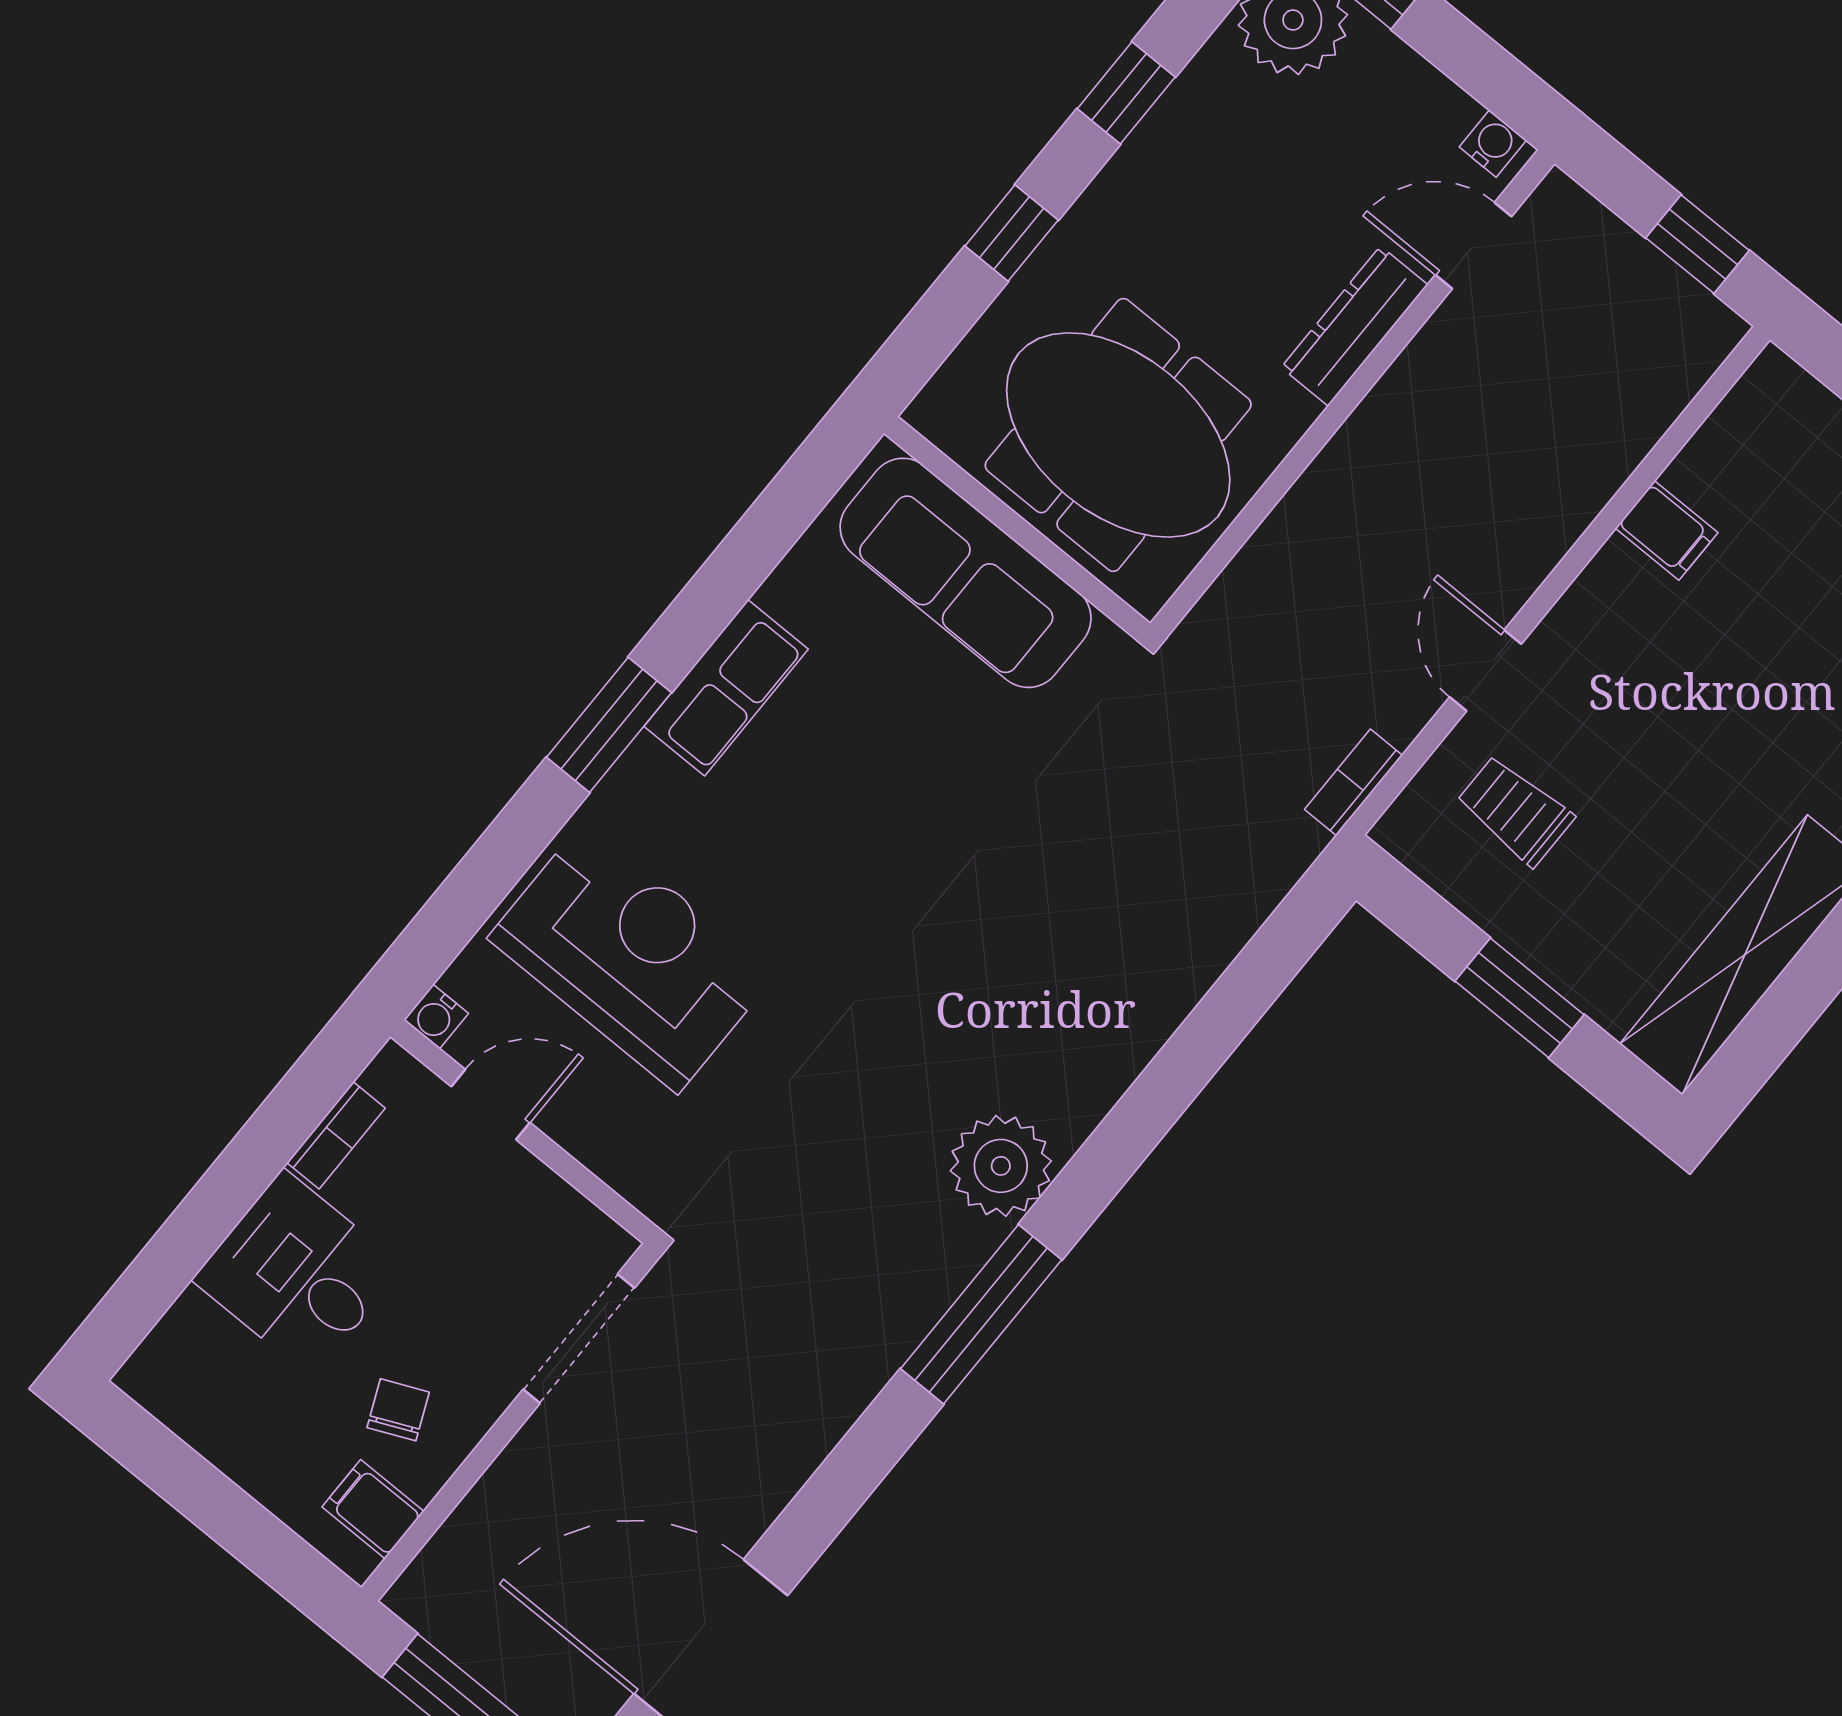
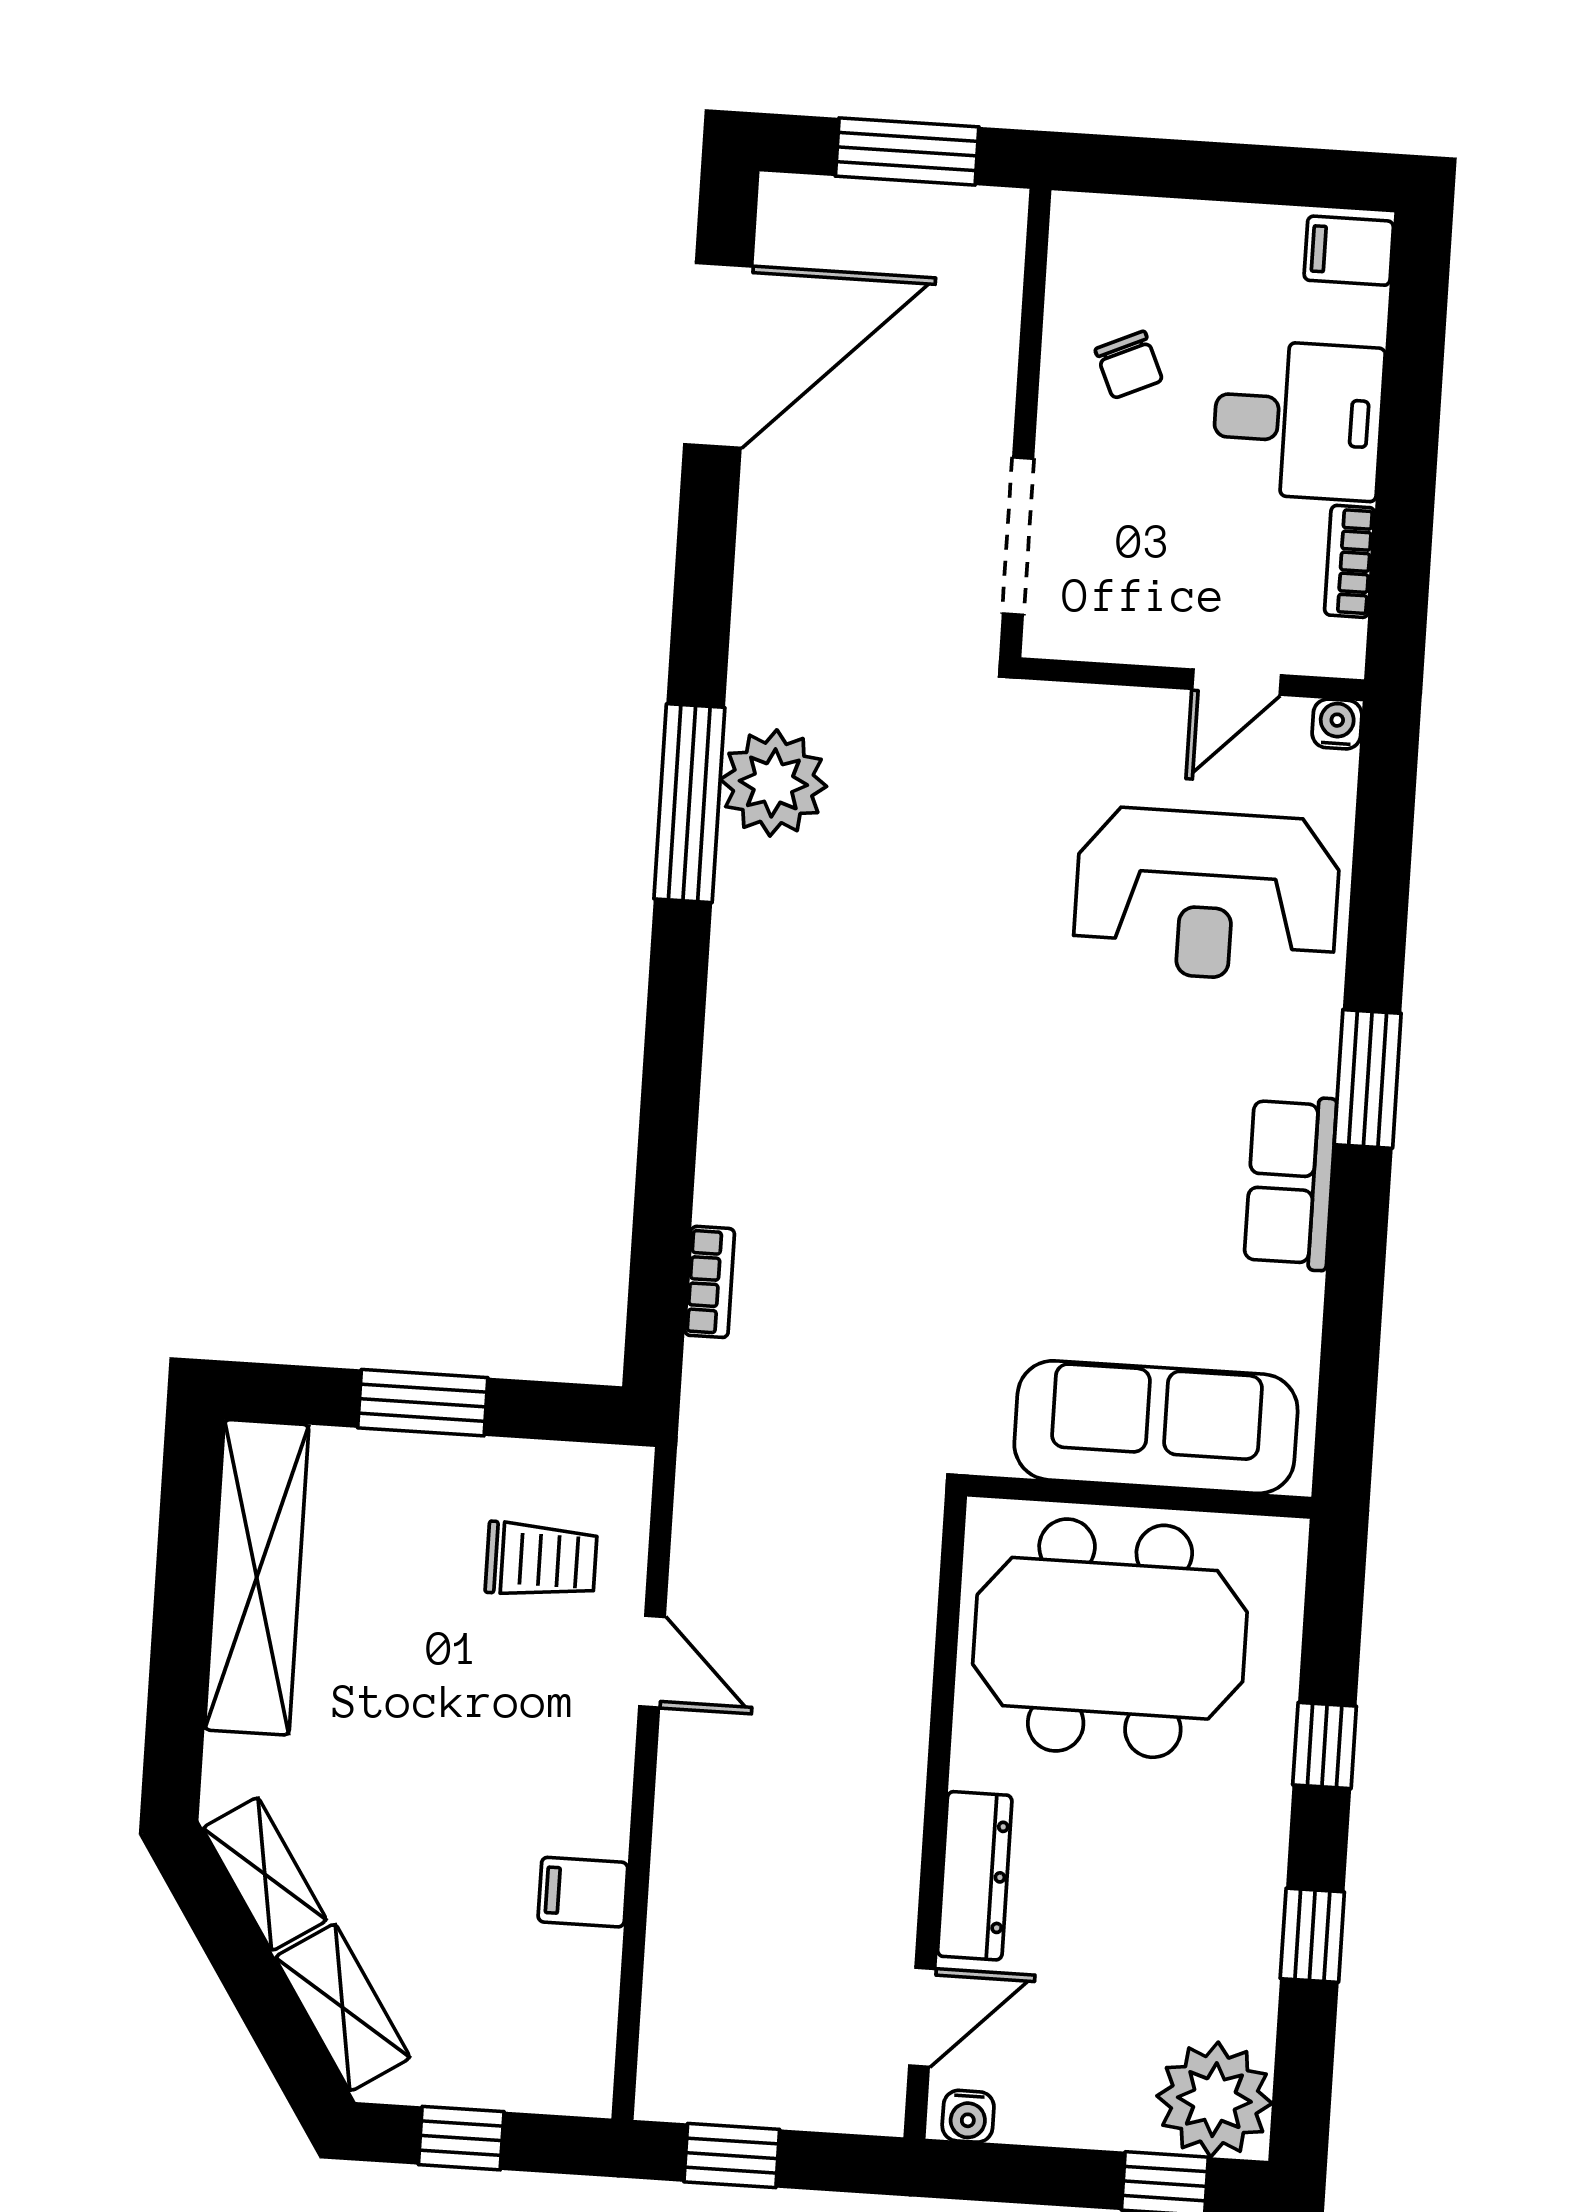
bookcase: (1354, 782) -> (710, 1282), moved
plant: (1001, 1166) -> (773, 783), moved
filing cabinet: (373, 1509) -> (1349, 251), moved, turned 180

